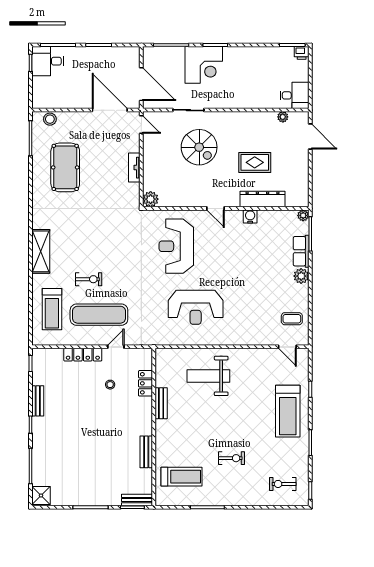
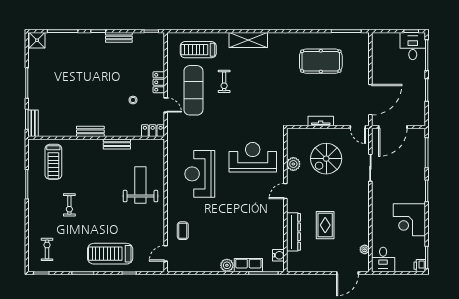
corner desk: (204, 65) -> (409, 220), moved
stool: (50, 119) -> (363, 48), removed
door: (141, 125) -> (358, 127), hinge flipped
spiral stairs: (199, 147) -> (326, 159), moved
plant: (151, 199) -> (293, 164), moved
plant: (303, 215) -> (279, 267), removed
water cooler: (250, 216) -> (278, 255), moved
coffee table: (292, 319) -> (183, 231), moved
locker: (83, 355) -> (159, 82), width x0.66
locker: (145, 383) -> (153, 131), moved
bench: (146, 452) -> (90, 131), moved

